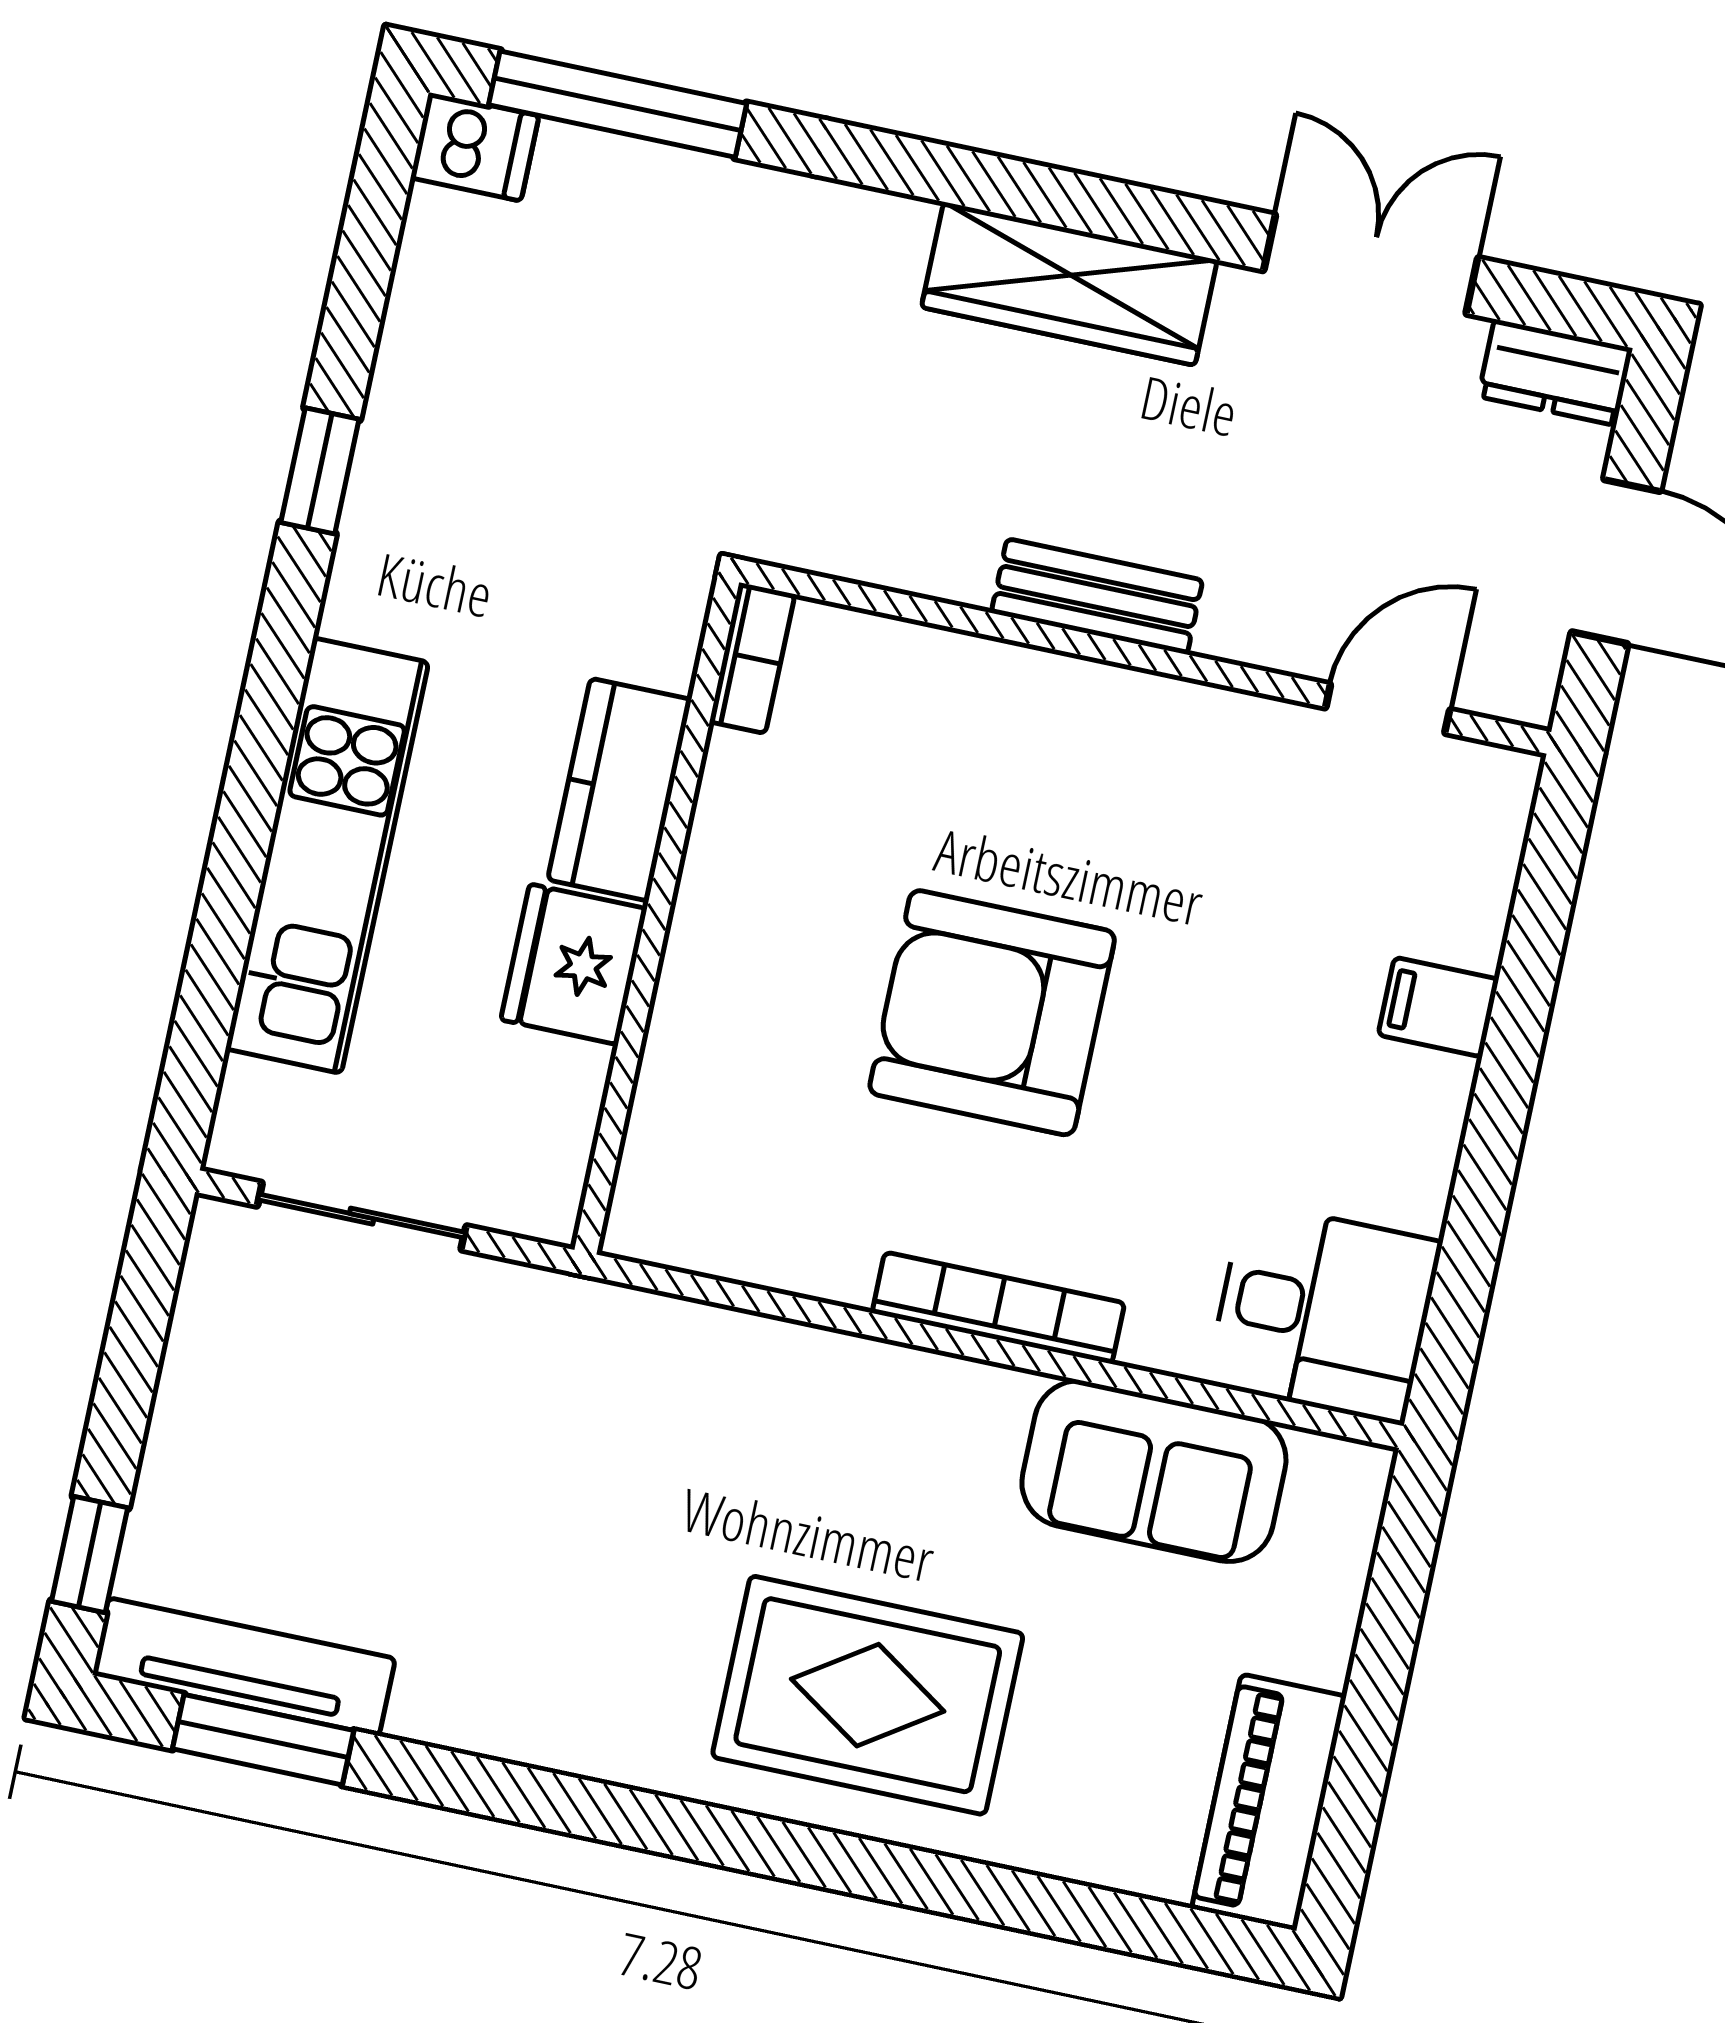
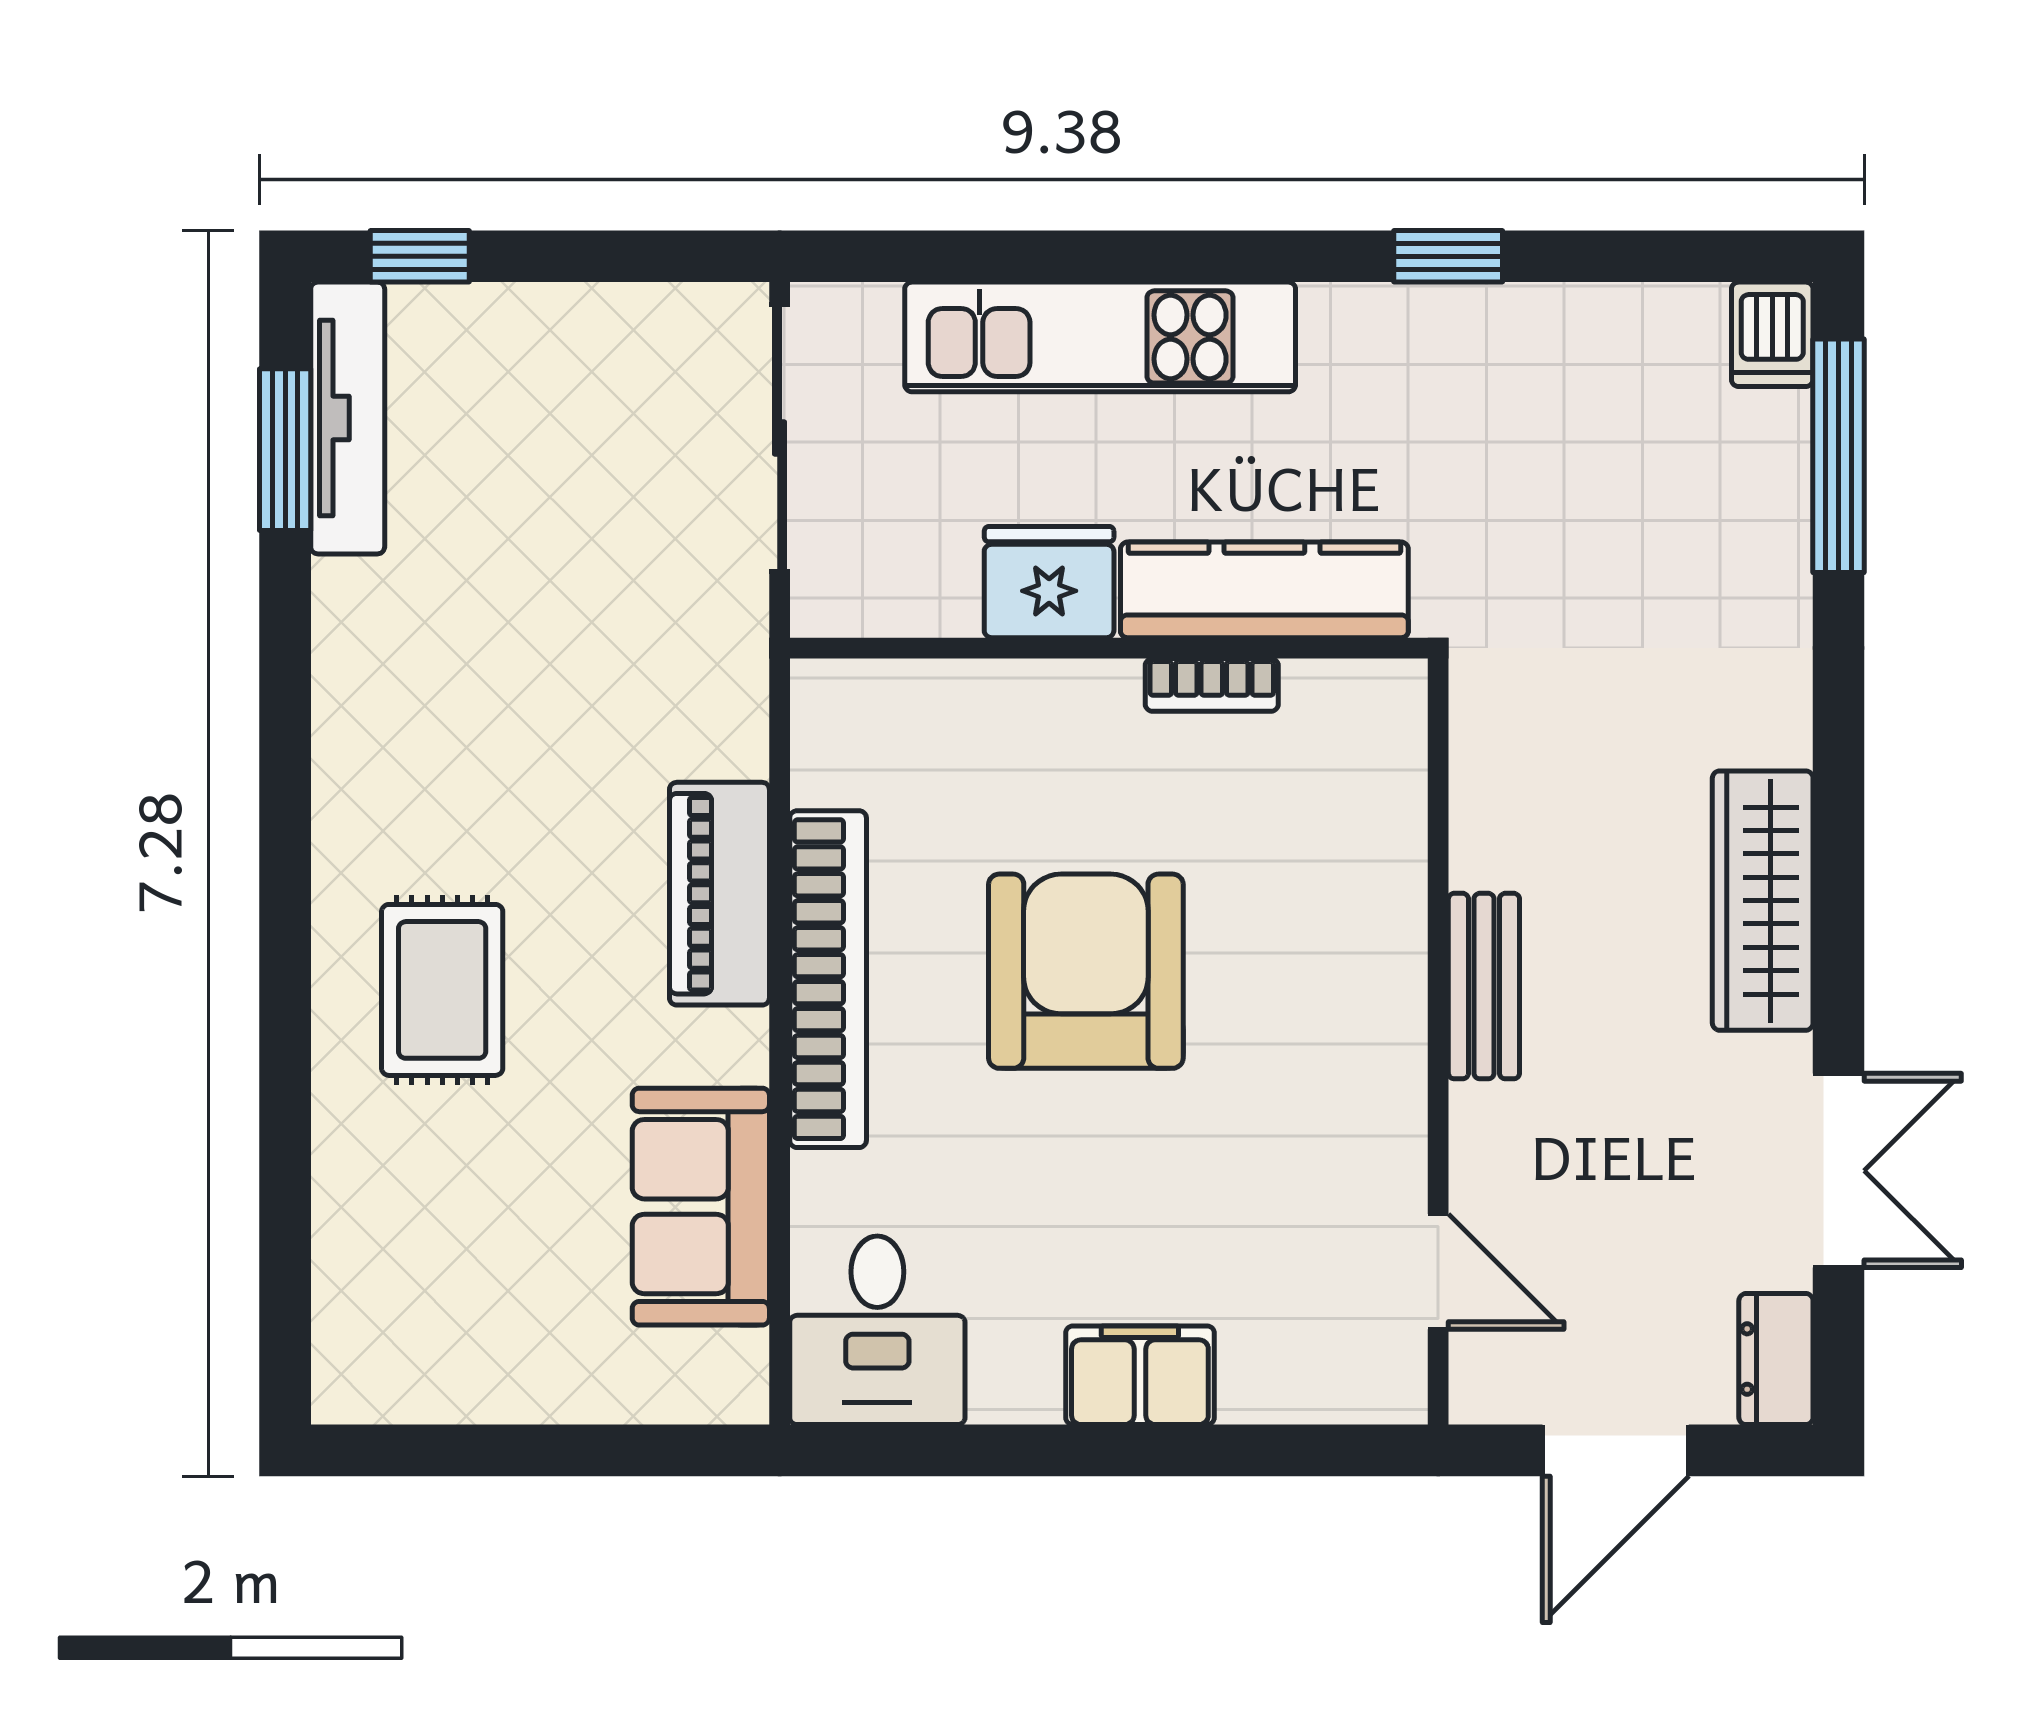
bookcase: (752, 658) -> (1212, 685), moved
kitchen counter: (620, 790) -> (1264, 590), width x1.50
filing cabinet: (1438, 1007) -> (1140, 1375), width x2.00
sliding door: (362, 1216) -> (780, 438), width x1.37
bookcase: (998, 1308) -> (828, 979), width x1.48, depth x1.31
rug: (868, 1695) -> (442, 990), width x0.73, depth x0.70
piano: (1269, 1802) -> (719, 894), moved, turned -90

